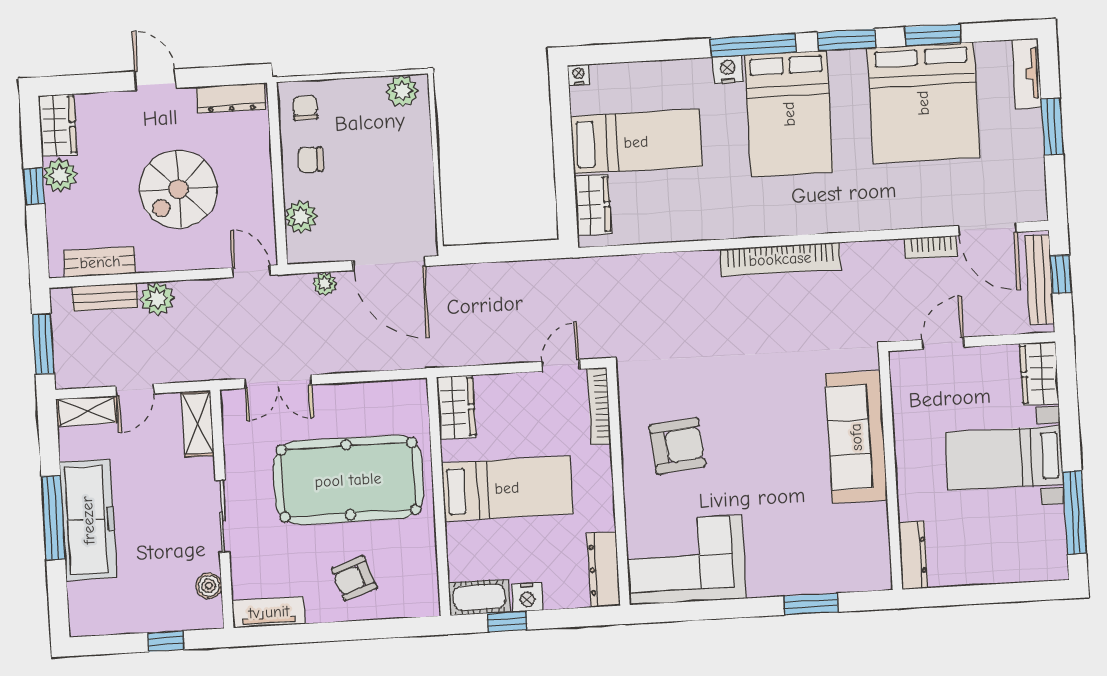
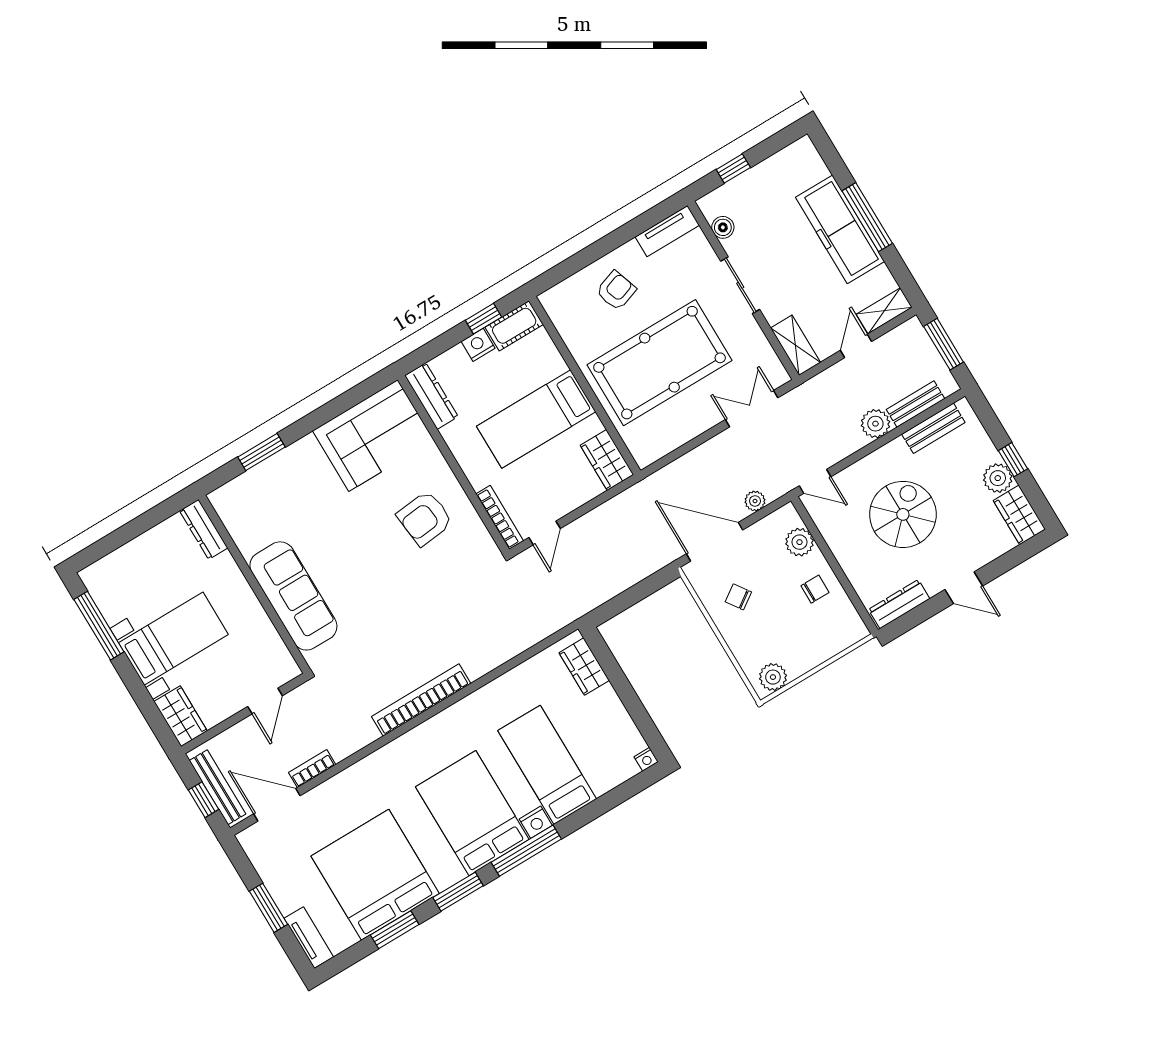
chair: (305, 108) -> (738, 597), moved, turned 145
bed: (636, 142) -> (547, 765), moved, turned 90

